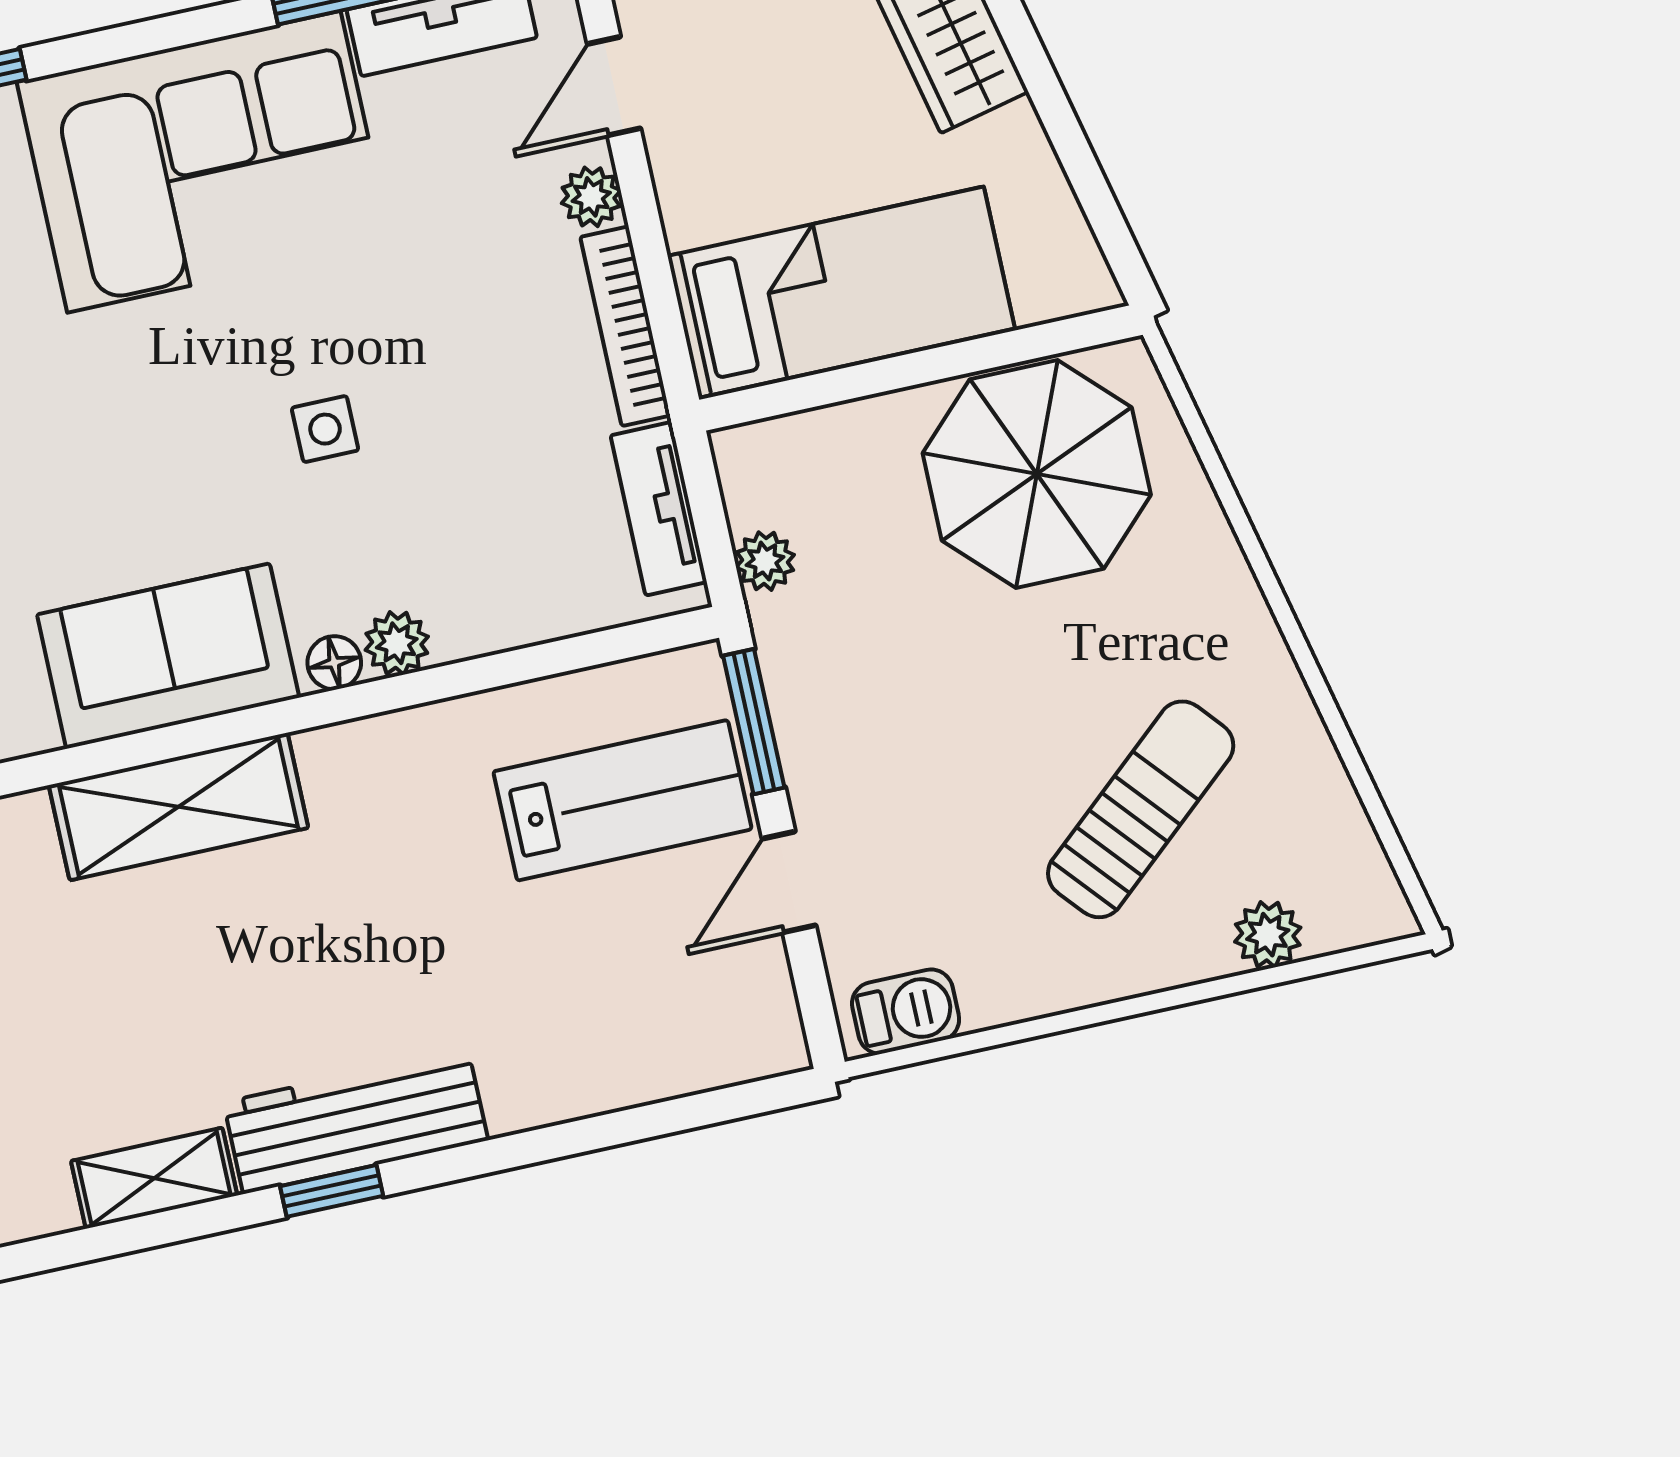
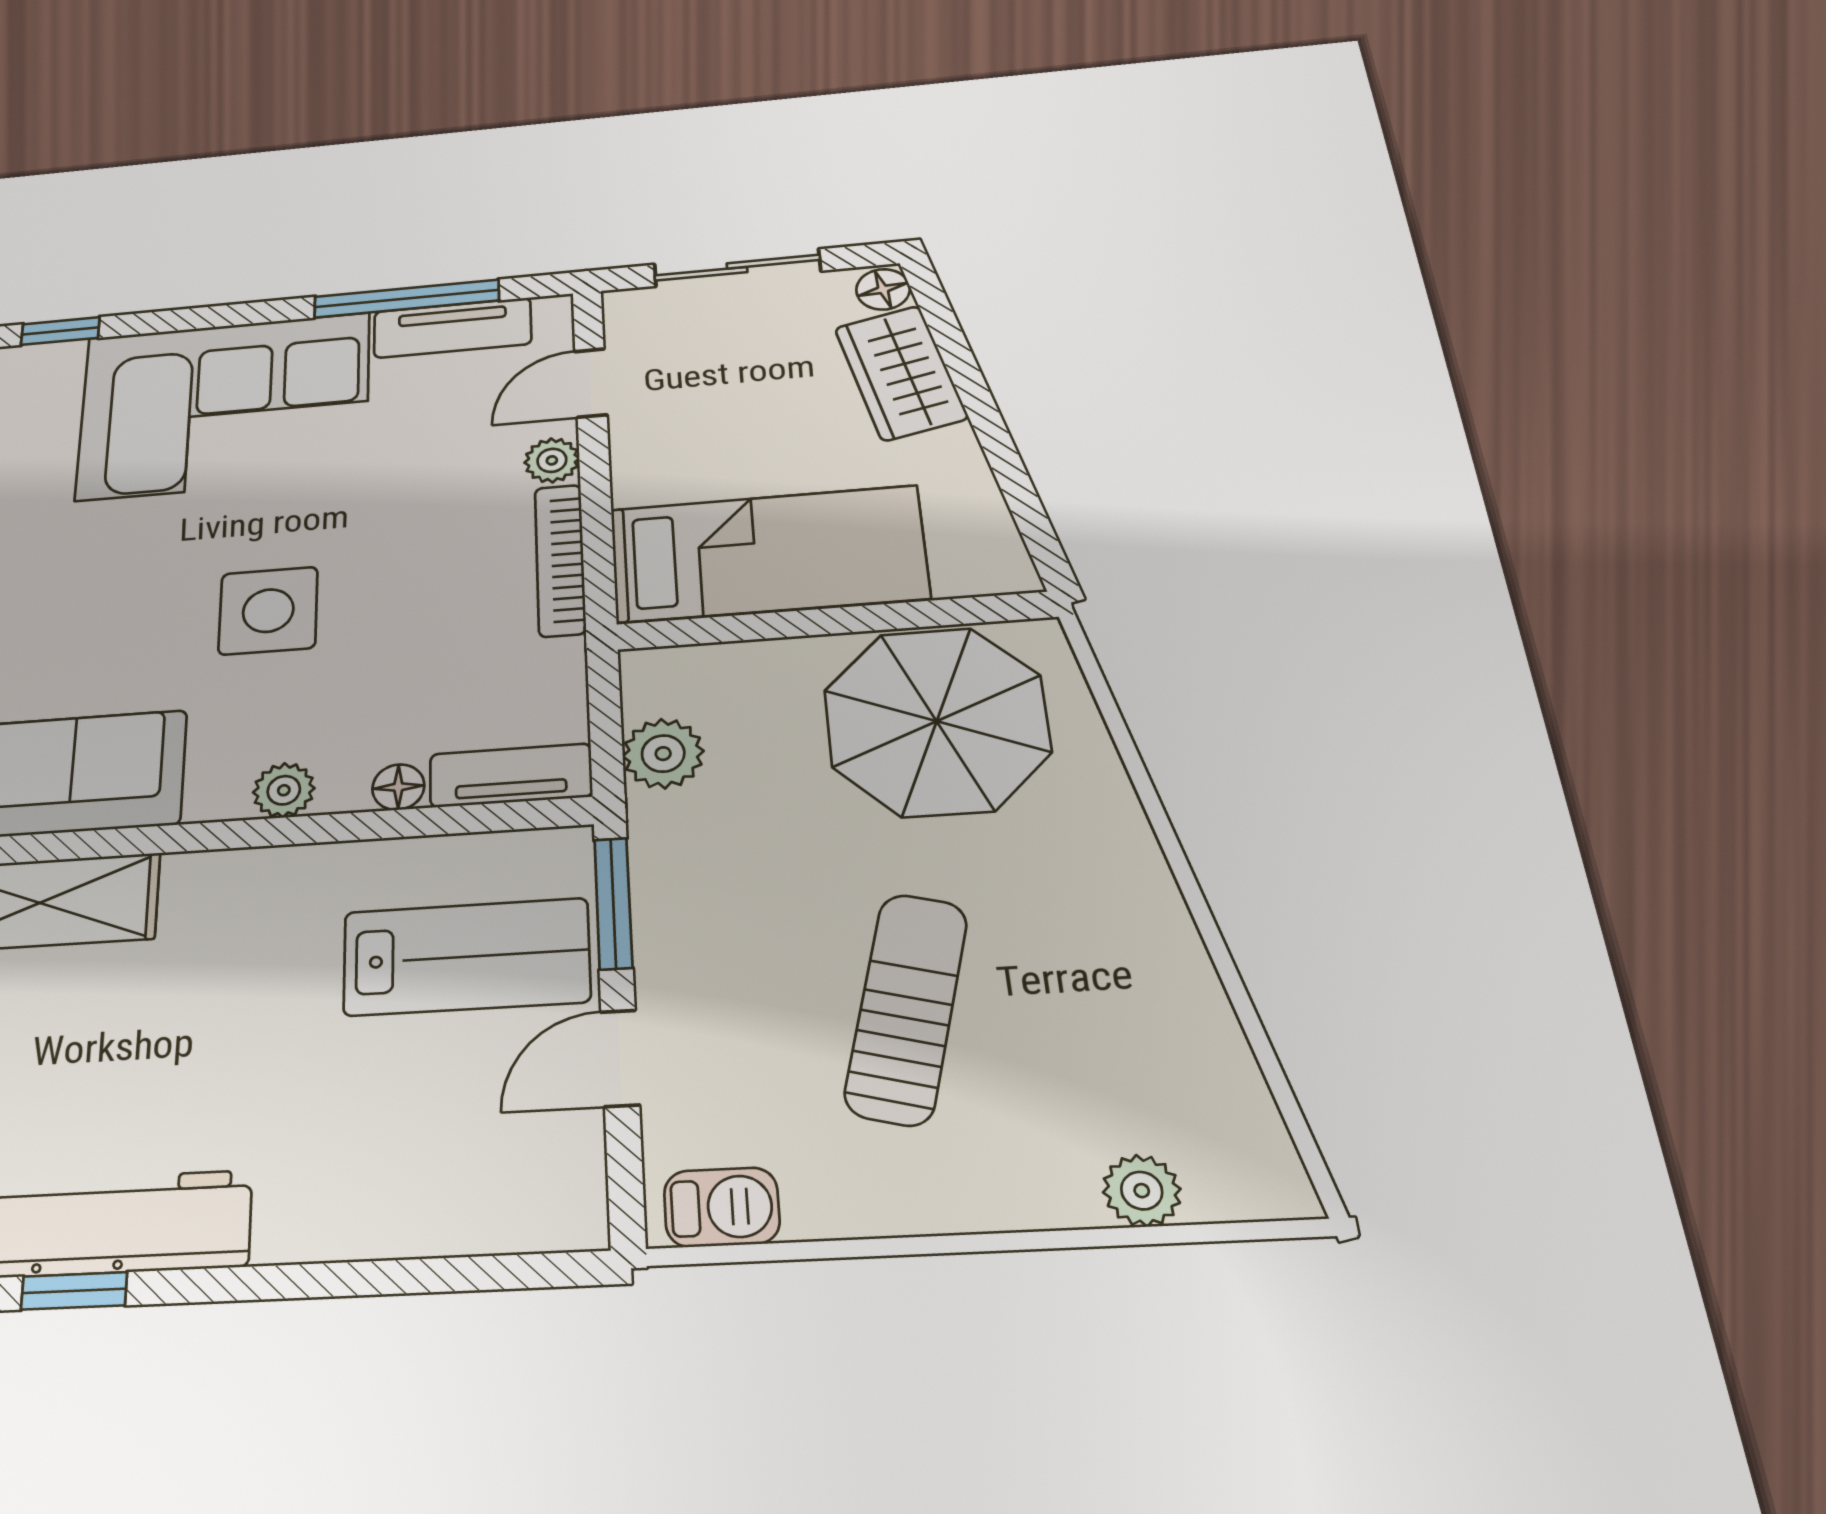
side table: (325, 429) -> (268, 611), width x1.87, depth x1.87
tv unit: (659, 509) -> (511, 775), moved, turned 90
plant: (765, 561) -> (663, 754), width x1.38, depth x1.38
floor lamp: (334, 663) -> (398, 787), moved
sun lounger: (1141, 809) -> (906, 1008), moved, turned -34

